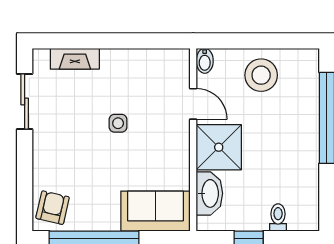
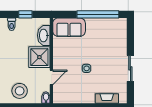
sliding door: (25, 101) -> (130, 68), moved
door: (193, 104) -> (51, 77), swing flipped
armchair: (53, 208) -> (117, 29), removed

